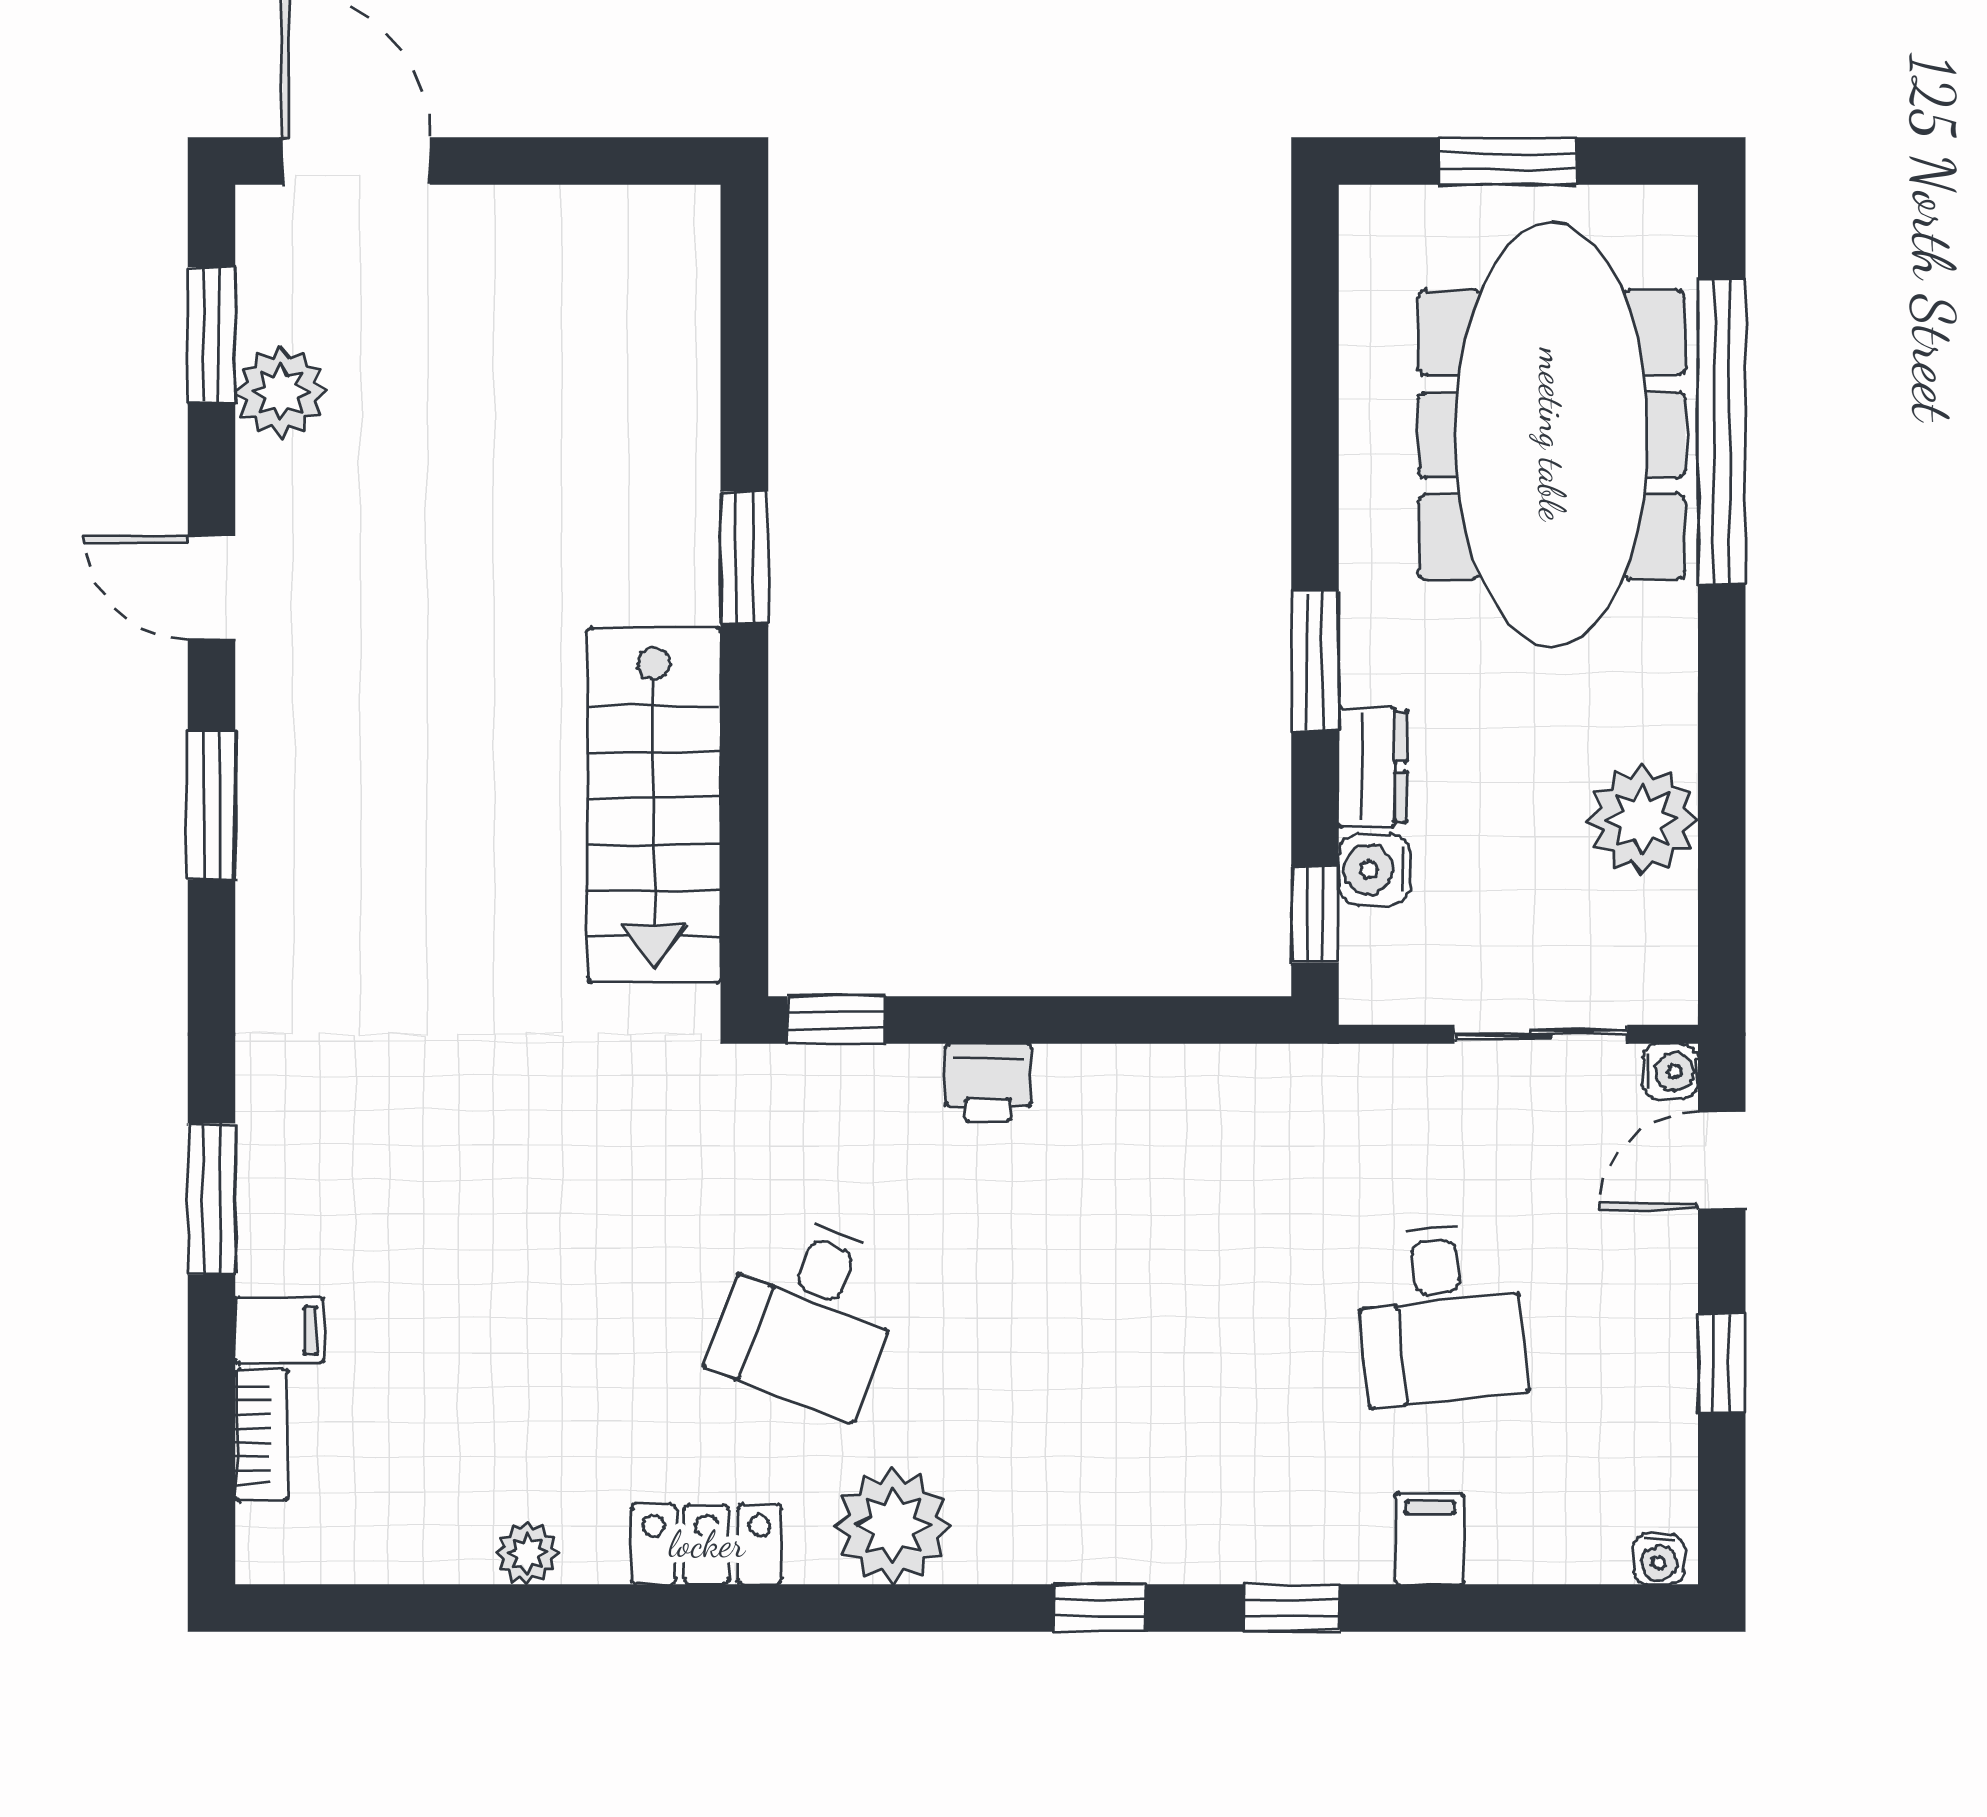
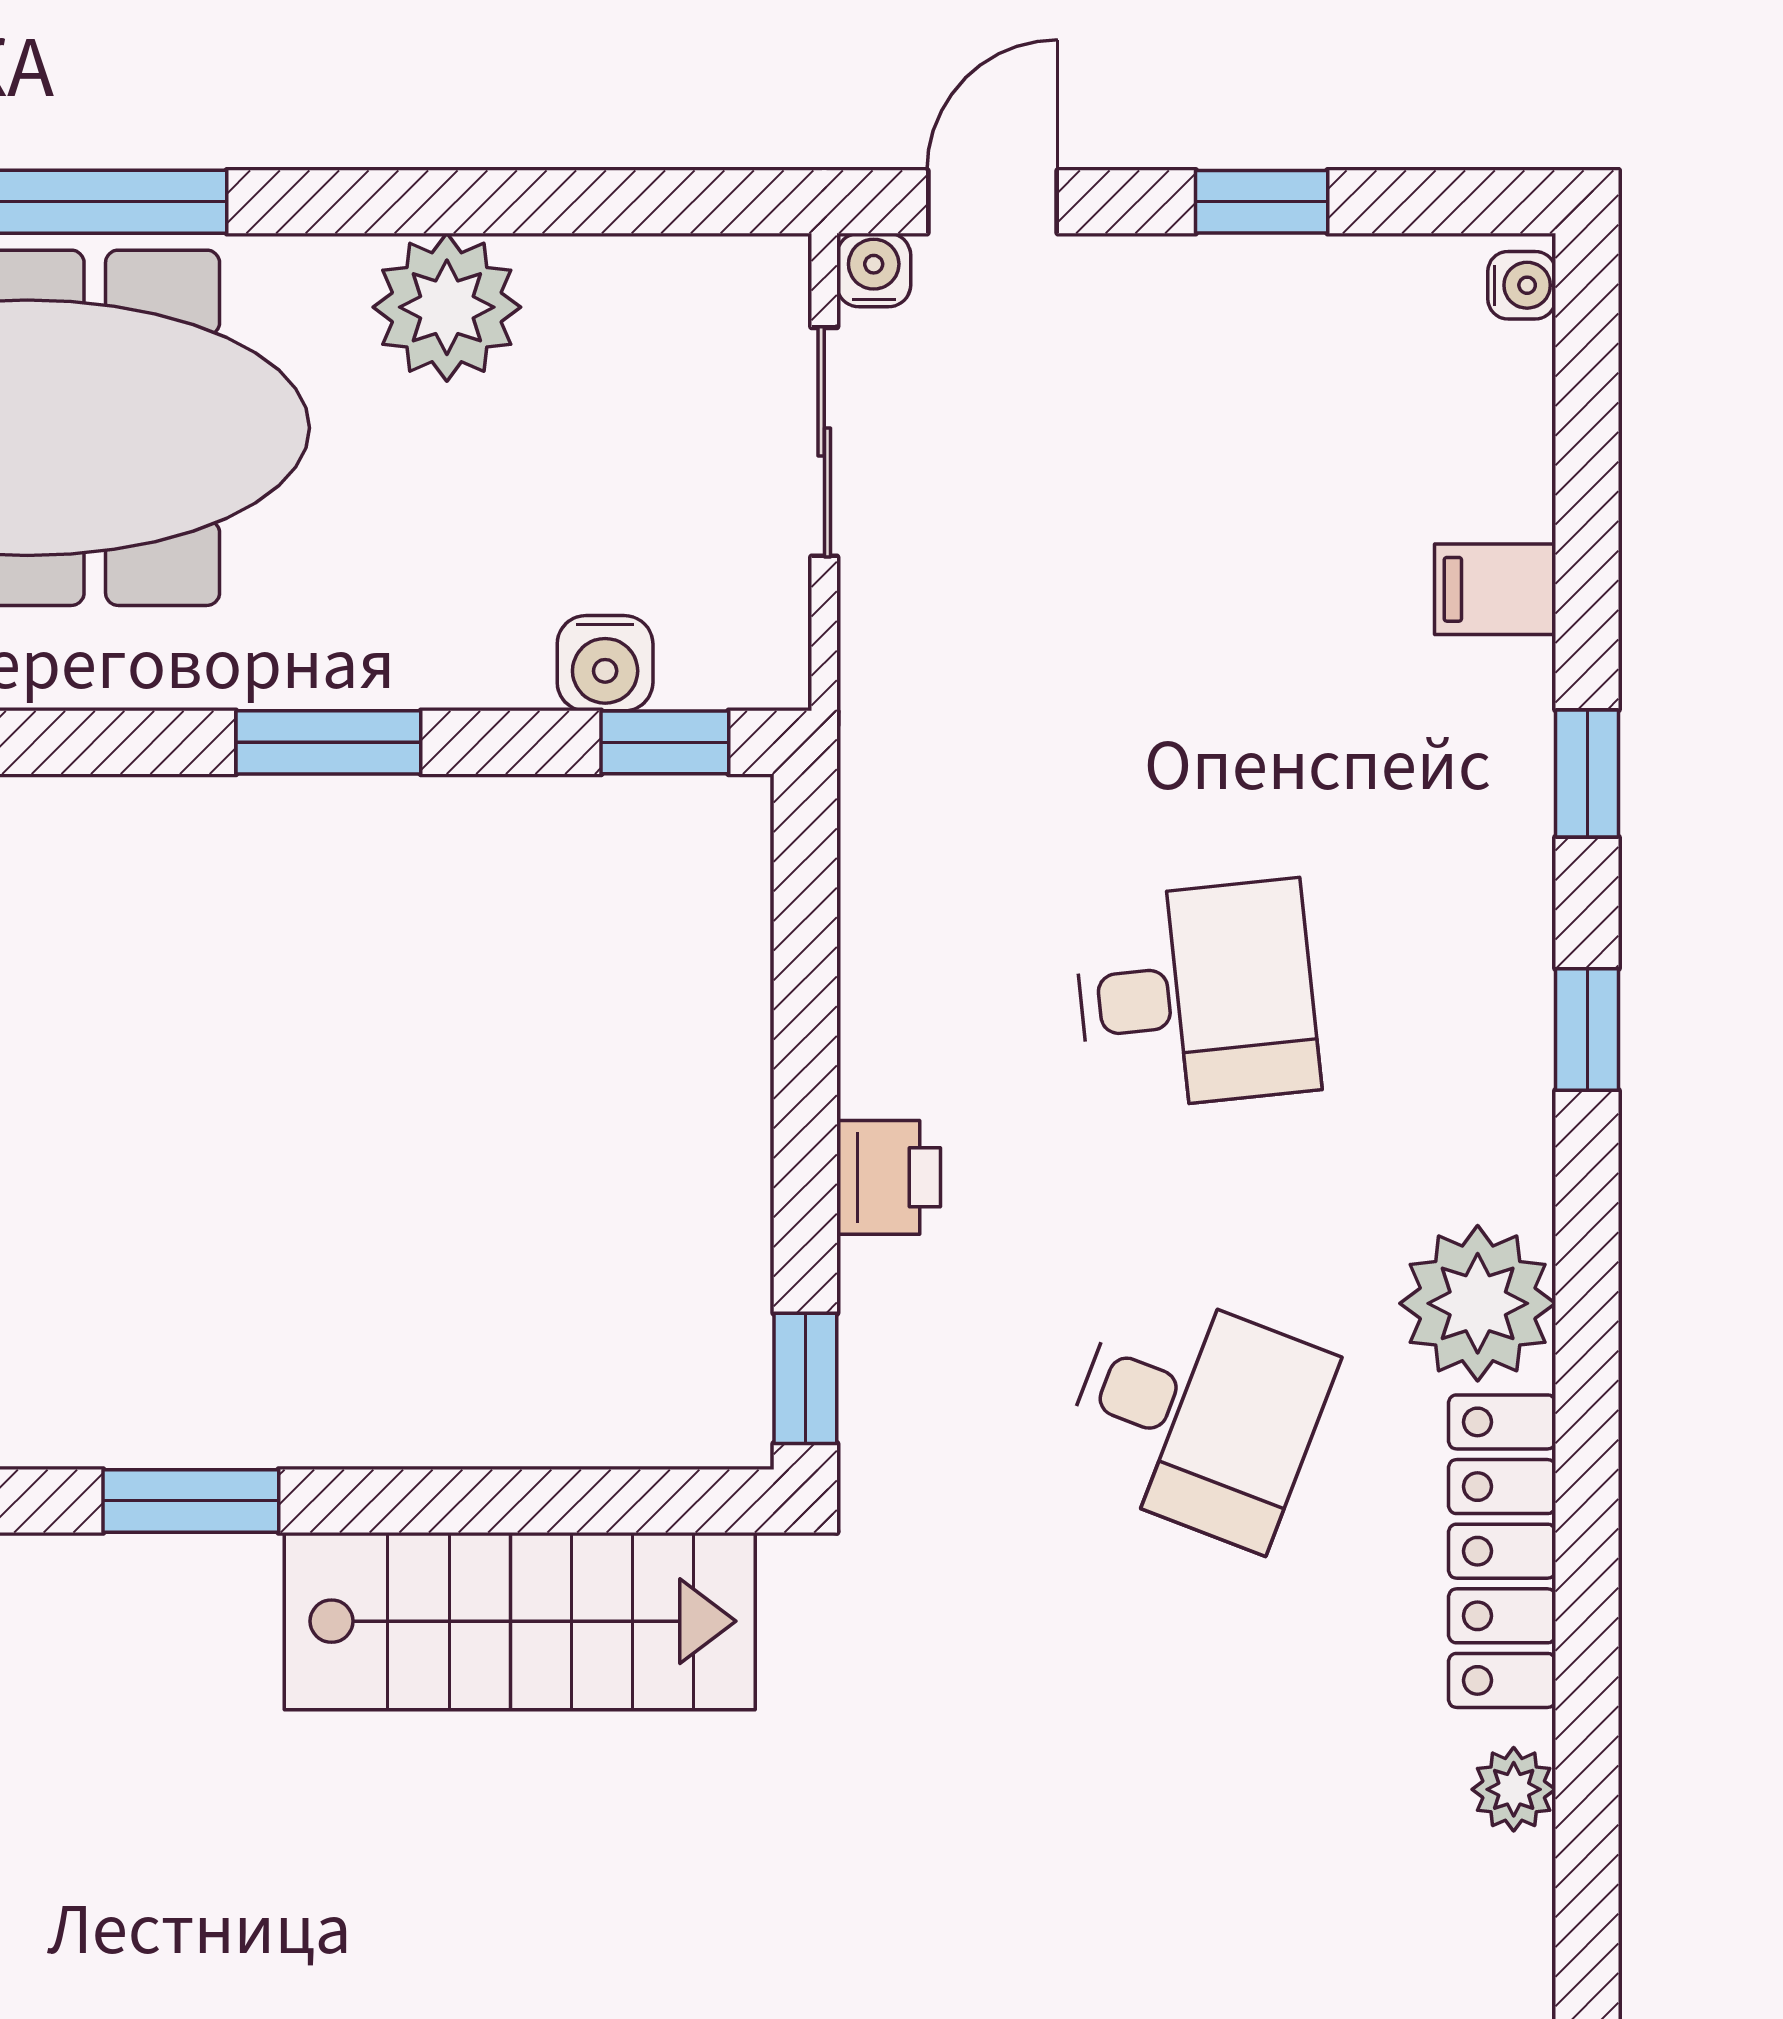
dresser: (1373, 767) -> (468, 666), removed
plant: (1642, 819) -> (447, 307), moved
door: (1722, 1161) -> (992, 202), swing flipped
desk: (1441, 1314) -> (1196, 995), moved
locker: (707, 1544) -> (1502, 1551), width x1.53

